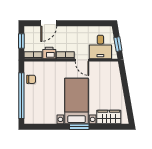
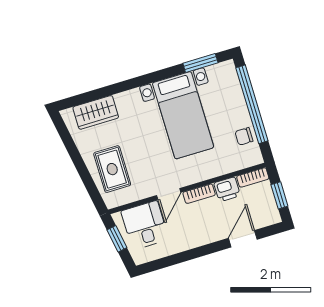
door: (82, 60) -> (169, 194), swing flipped
rug: (109, 83) -> (112, 169), added
bed with nightstands: (76, 101) -> (183, 115), moved
window: (79, 127) -> (200, 63), moved

